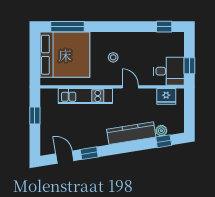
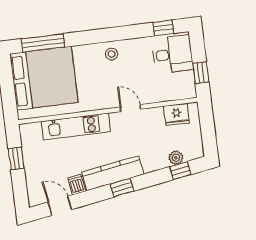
stool: (113, 57) -> (112, 54), moved
desk: (169, 71) -> (173, 54), moved
kitchen counter: (131, 133) -> (113, 173), moved
dishwasher: (80, 142) -> (77, 185), added
window: (89, 153) -> (122, 188), moved

